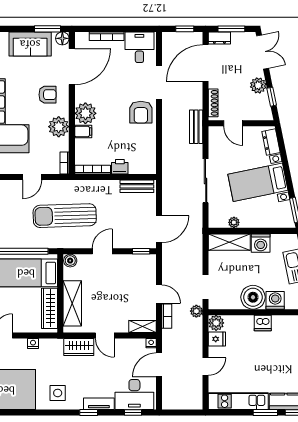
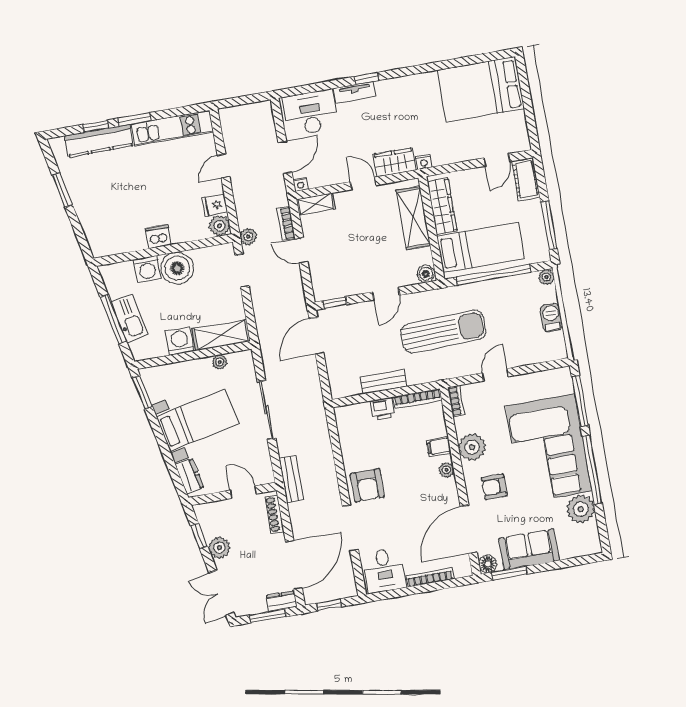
armchair: (141, 112) -> (367, 485), turned 180
plant: (85, 113) -> (447, 470), width x0.53, depth x0.53
bench: (137, 186) -> (384, 382), moved
nightstand: (33, 343) -> (424, 162), moved
side table: (58, 393) -> (412, 97), removed
window: (133, 412) -> (308, 89), removed

